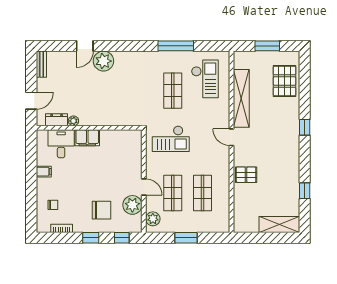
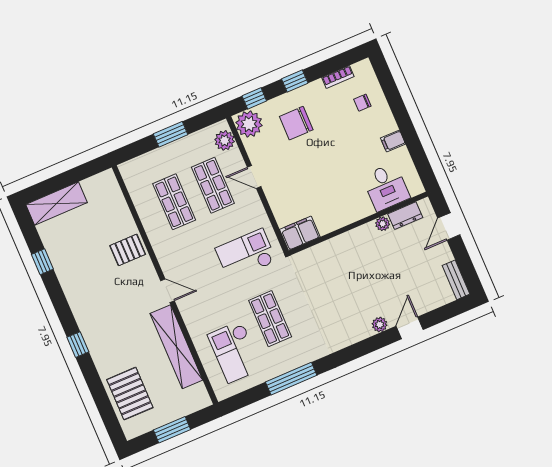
plant: (103, 61) -> (380, 325), width x0.53, depth x0.53
filing cabinet: (87, 138) -> (300, 233), moved
plant: (132, 205) -> (249, 124), moved

